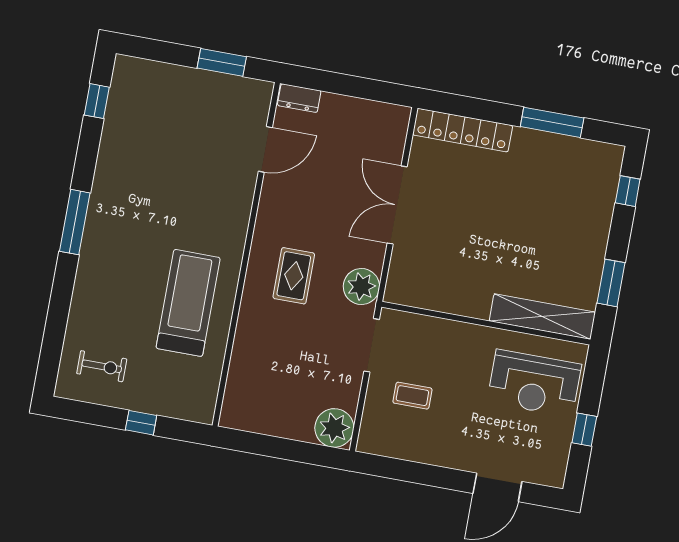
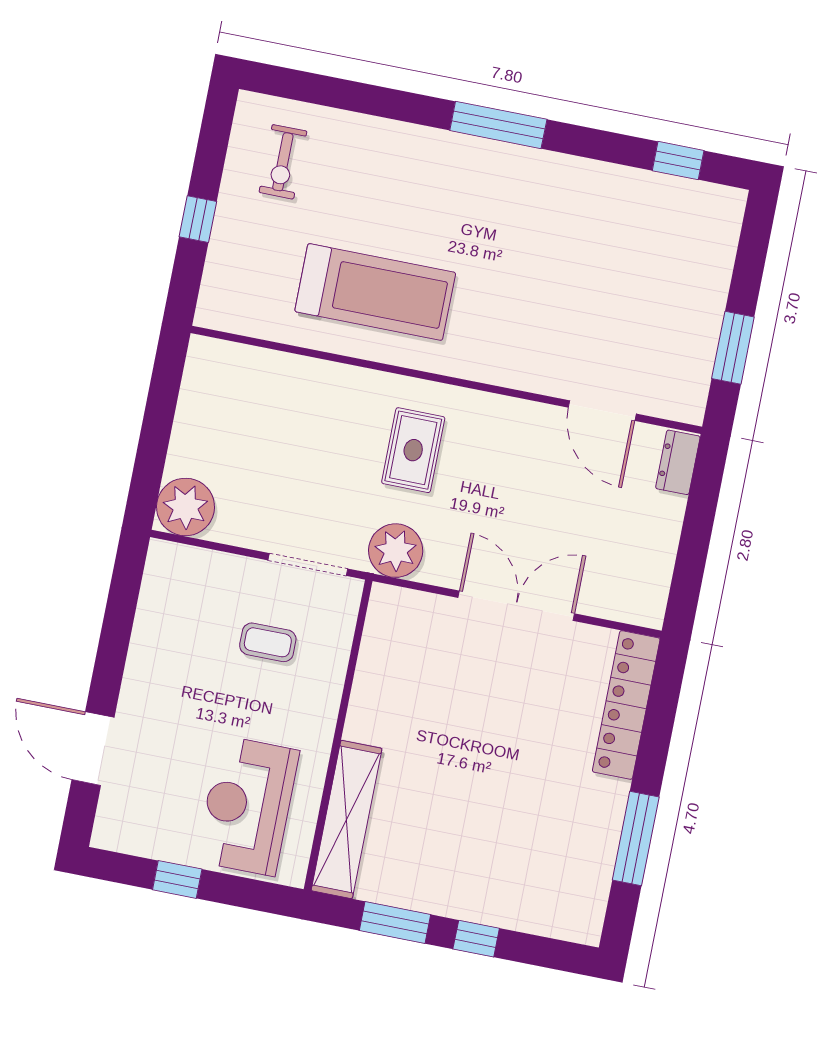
window: (628, 191) -> (476, 939), moved
rug: (294, 276) -> (413, 450), turned 90
coffee table: (412, 396) -> (268, 642), moved, turned 90

